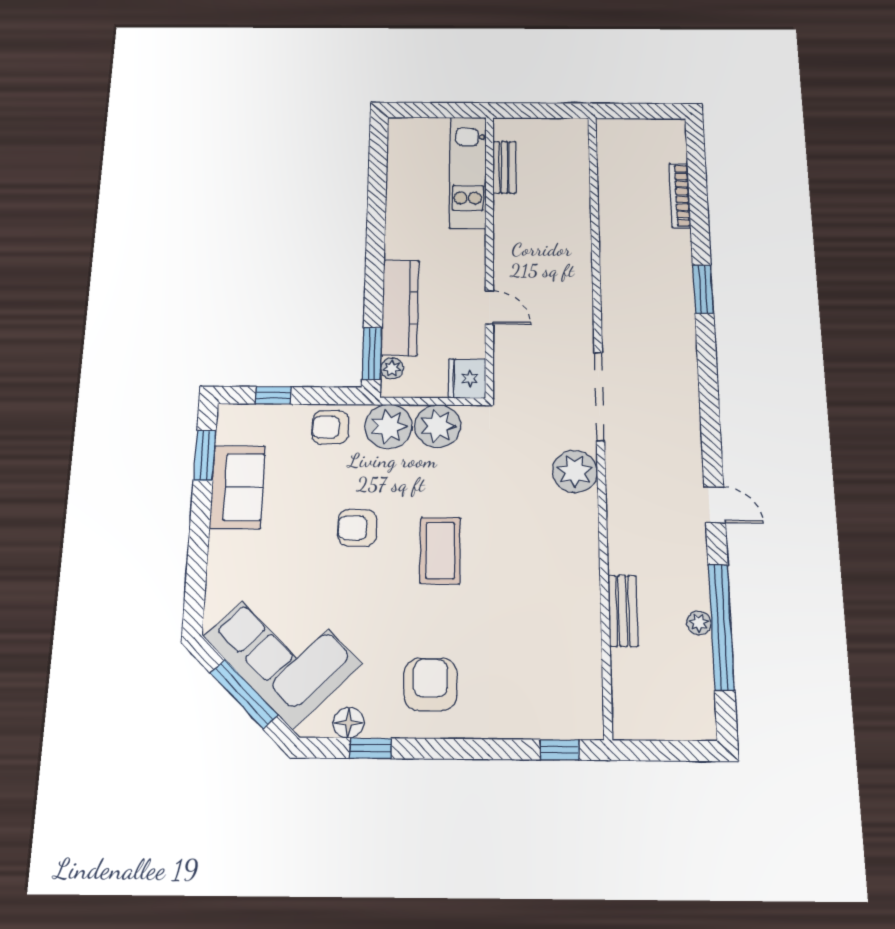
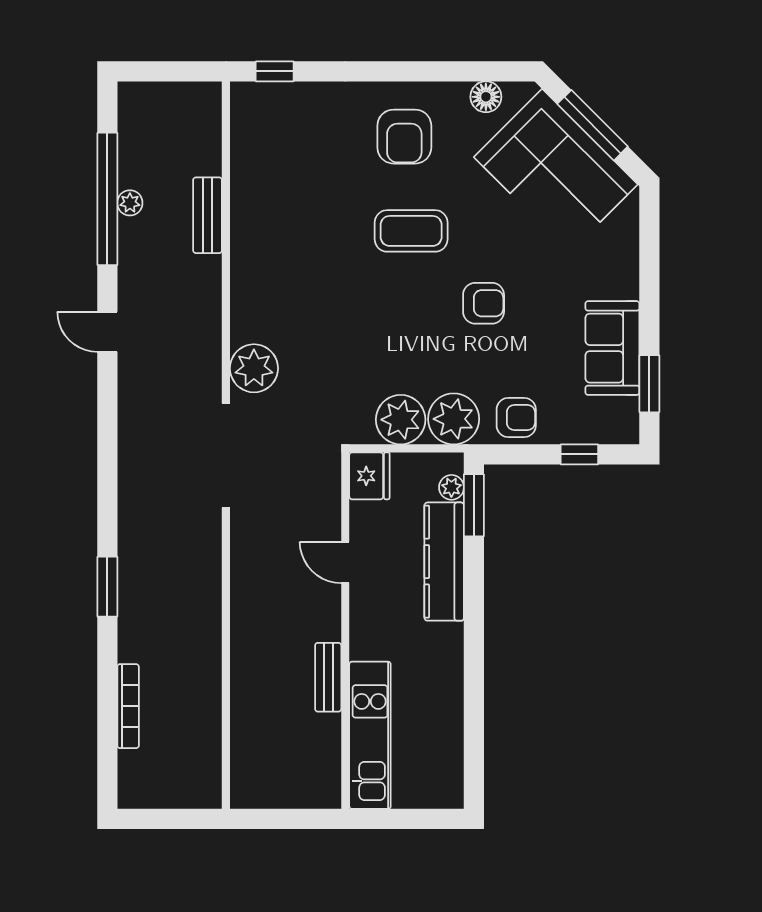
bench: (504, 167) -> (328, 677), moved
coffee table: (440, 550) -> (411, 231), moved, turned 90
window: (371, 748) -> (463, 71), removed

